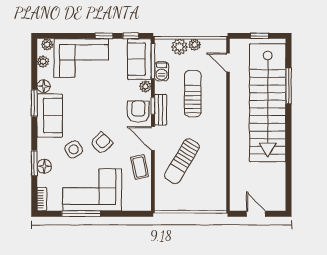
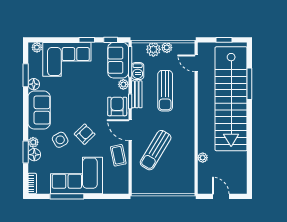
plant: (43, 62) -> (33, 142), moved
sun lounger: (193, 94) -> (165, 91), turned 180
window: (34, 103) -> (26, 75), moved
bench: (161, 110) -> (137, 94), moved
plant: (235, 170) -> (203, 158), added

